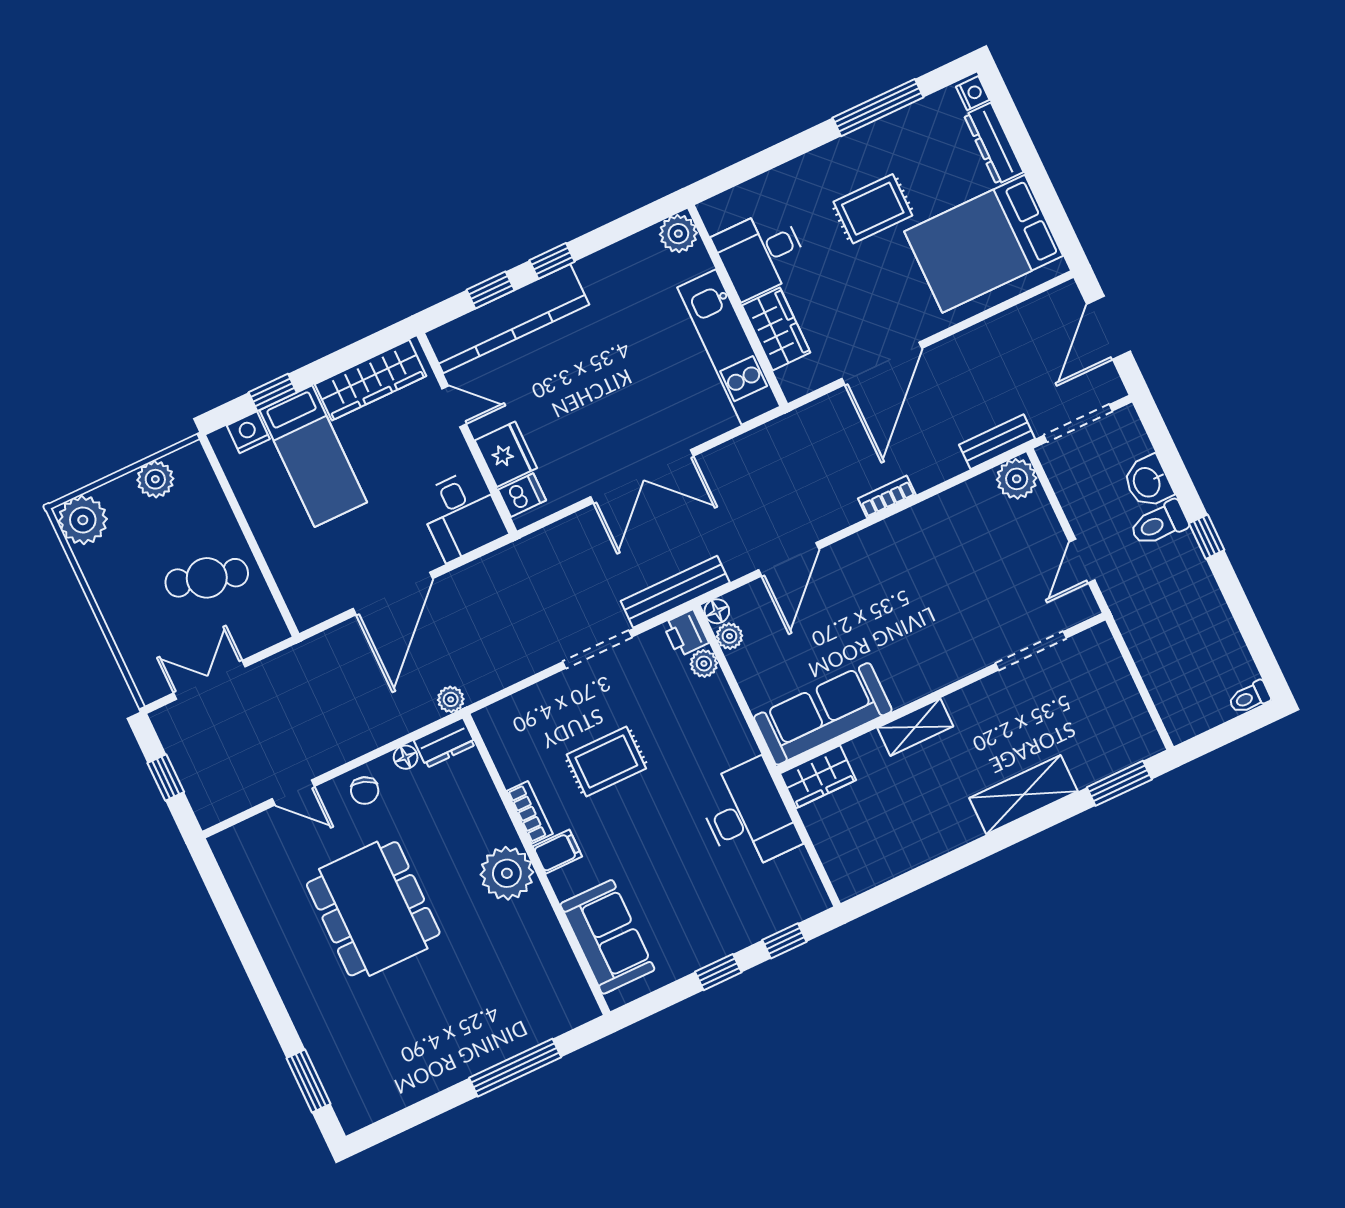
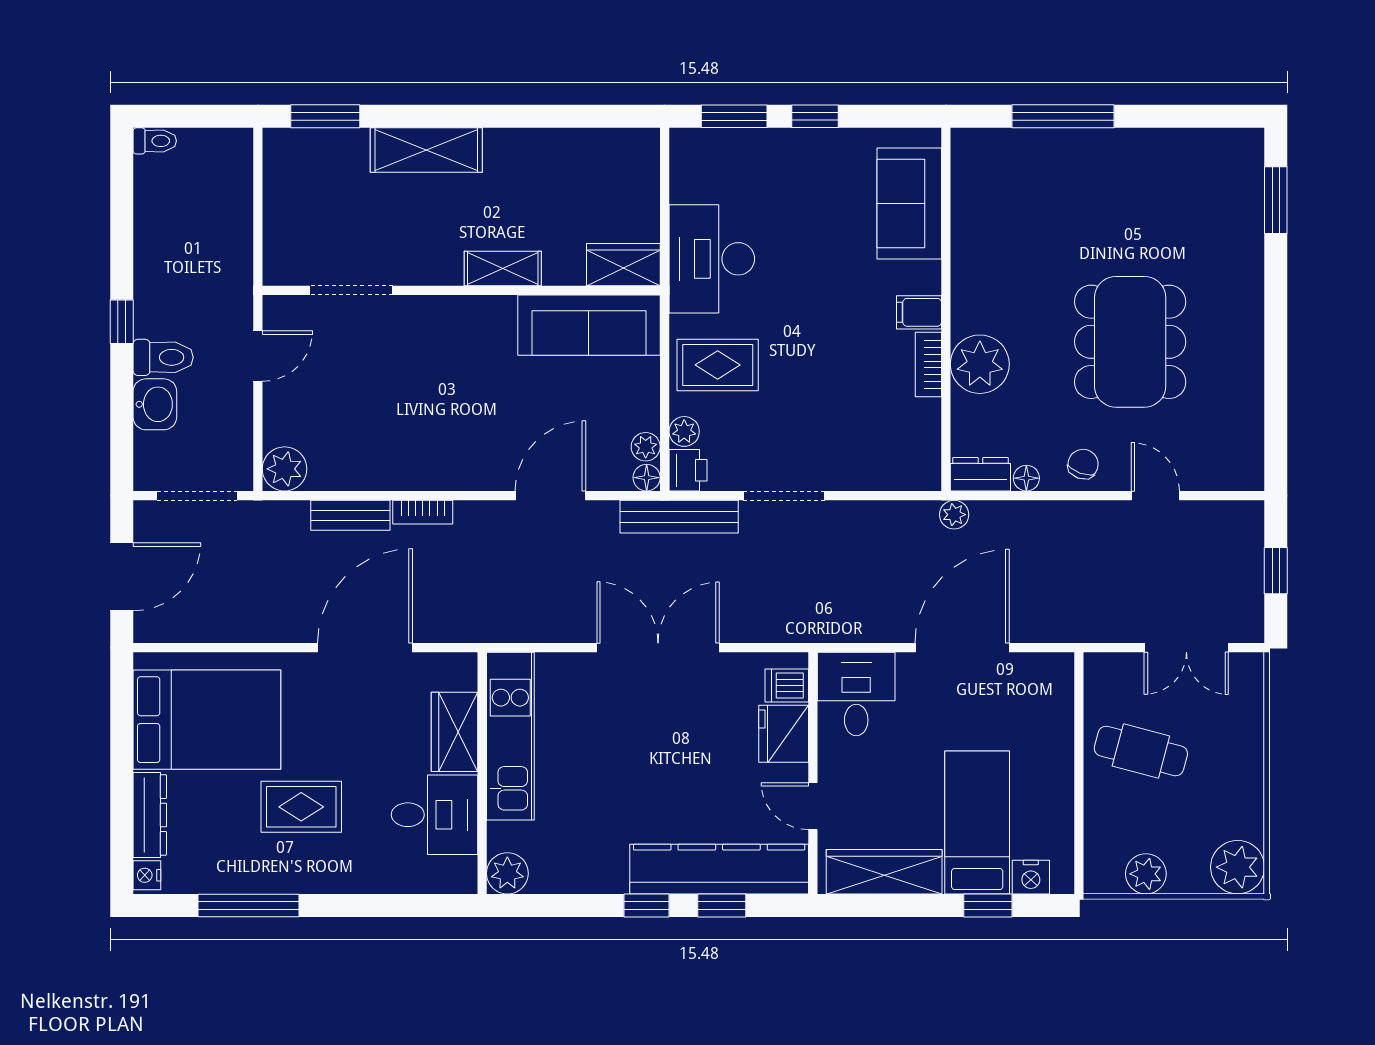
bench: (997, 442) -> (350, 515), moved
rug: (606, 762) -> (718, 365), moved
plant: (507, 873) -> (980, 364), moved
window: (784, 941) -> (734, 116), width x1.50

